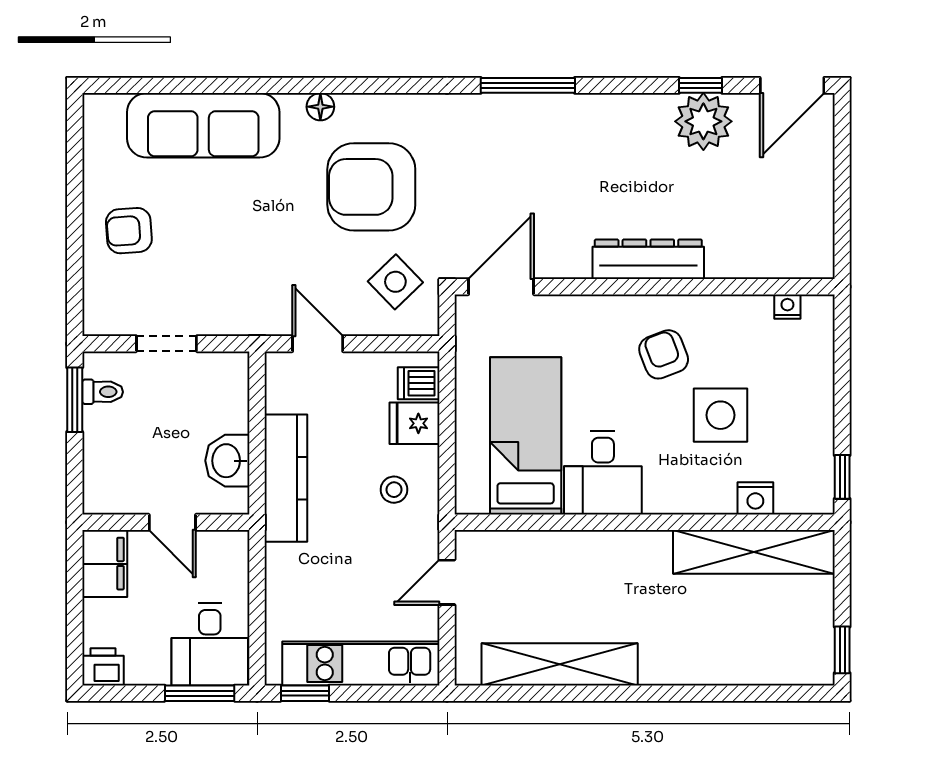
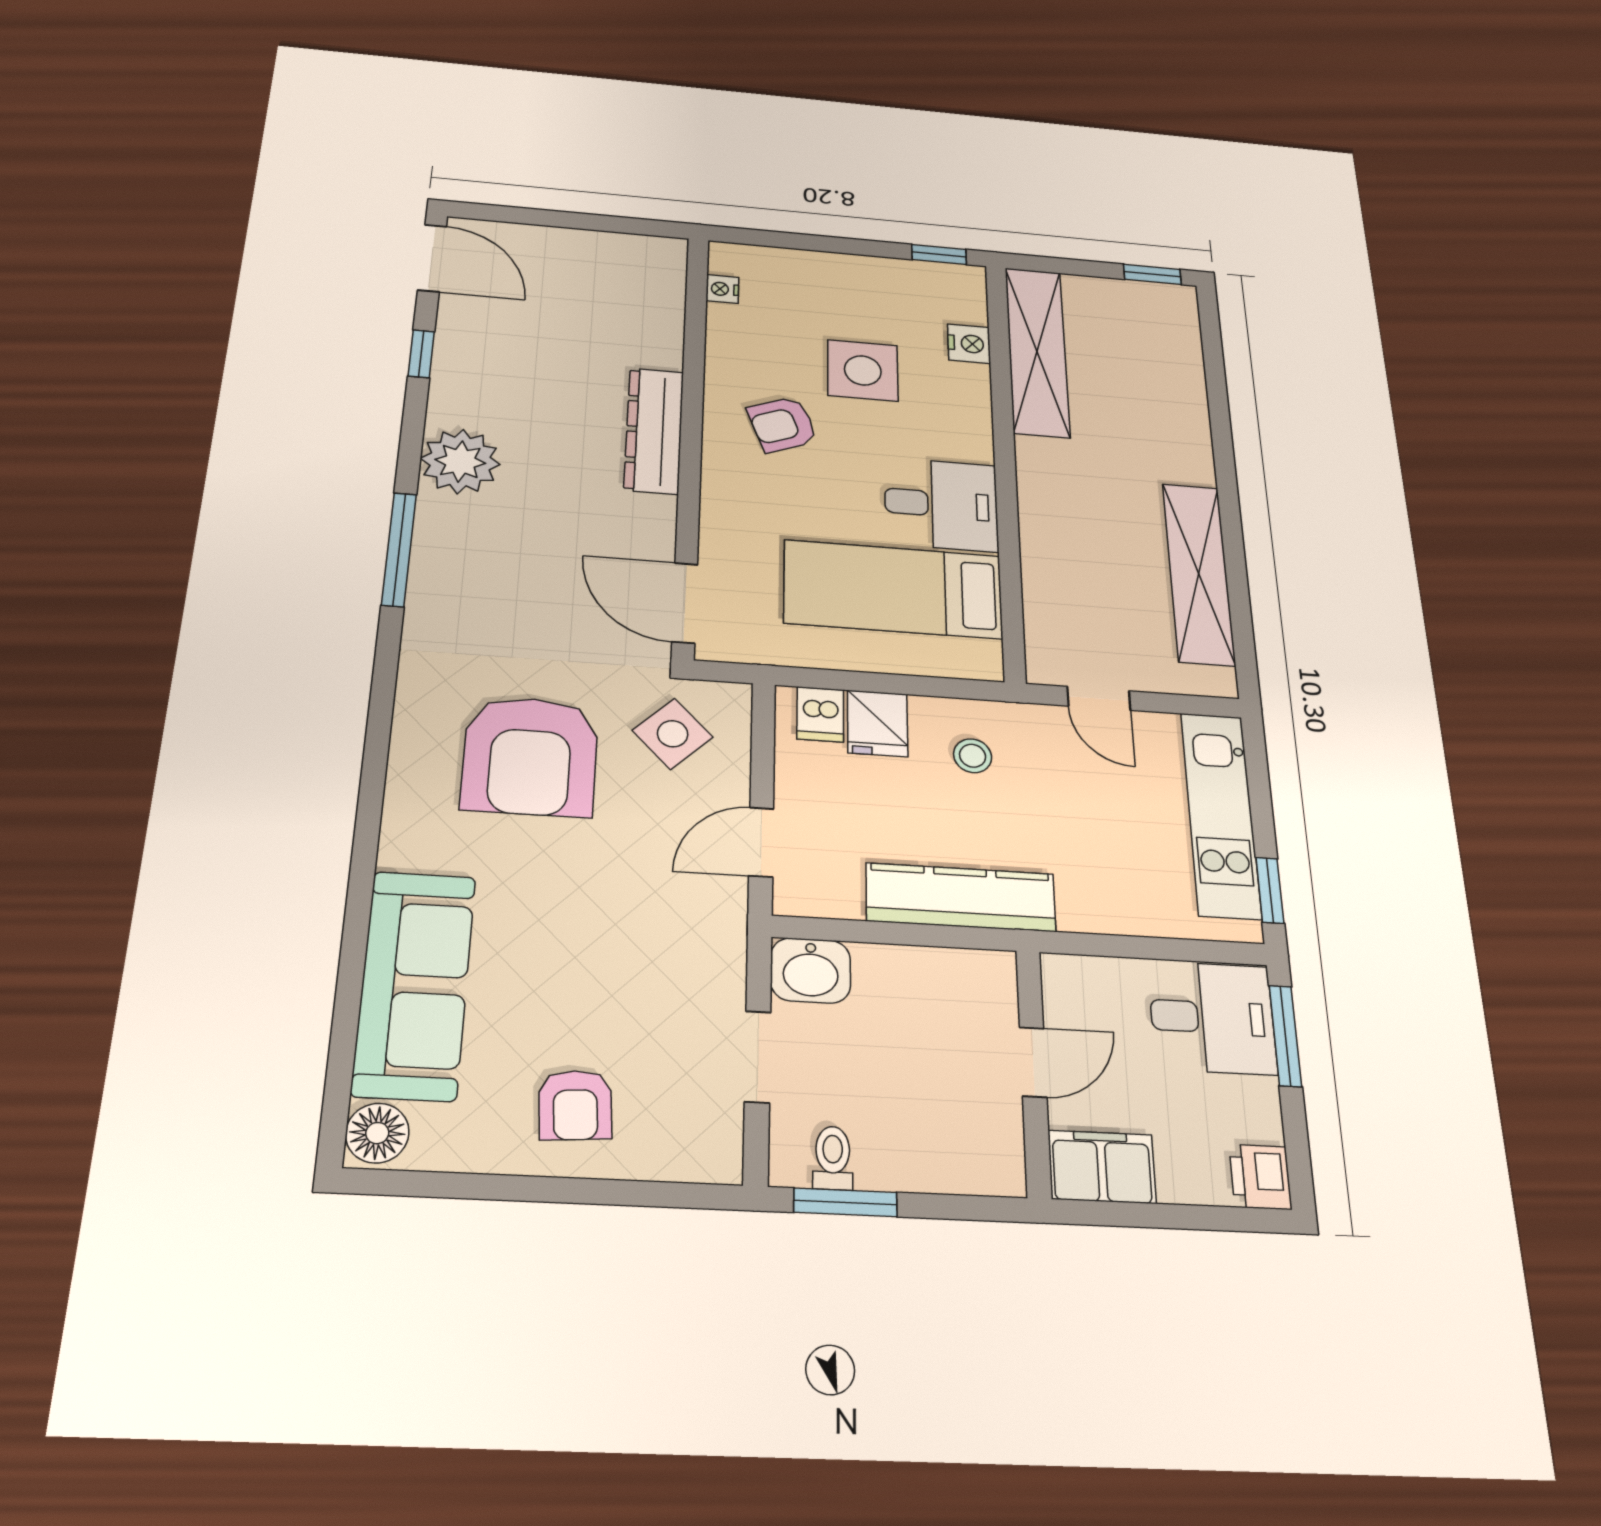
floor lamp: (320, 107) -> (377, 1133), moved, width x1.37, depth x1.37
plant: (703, 121) -> (460, 461), moved
washbasin: (227, 461) -> (811, 970), moved

